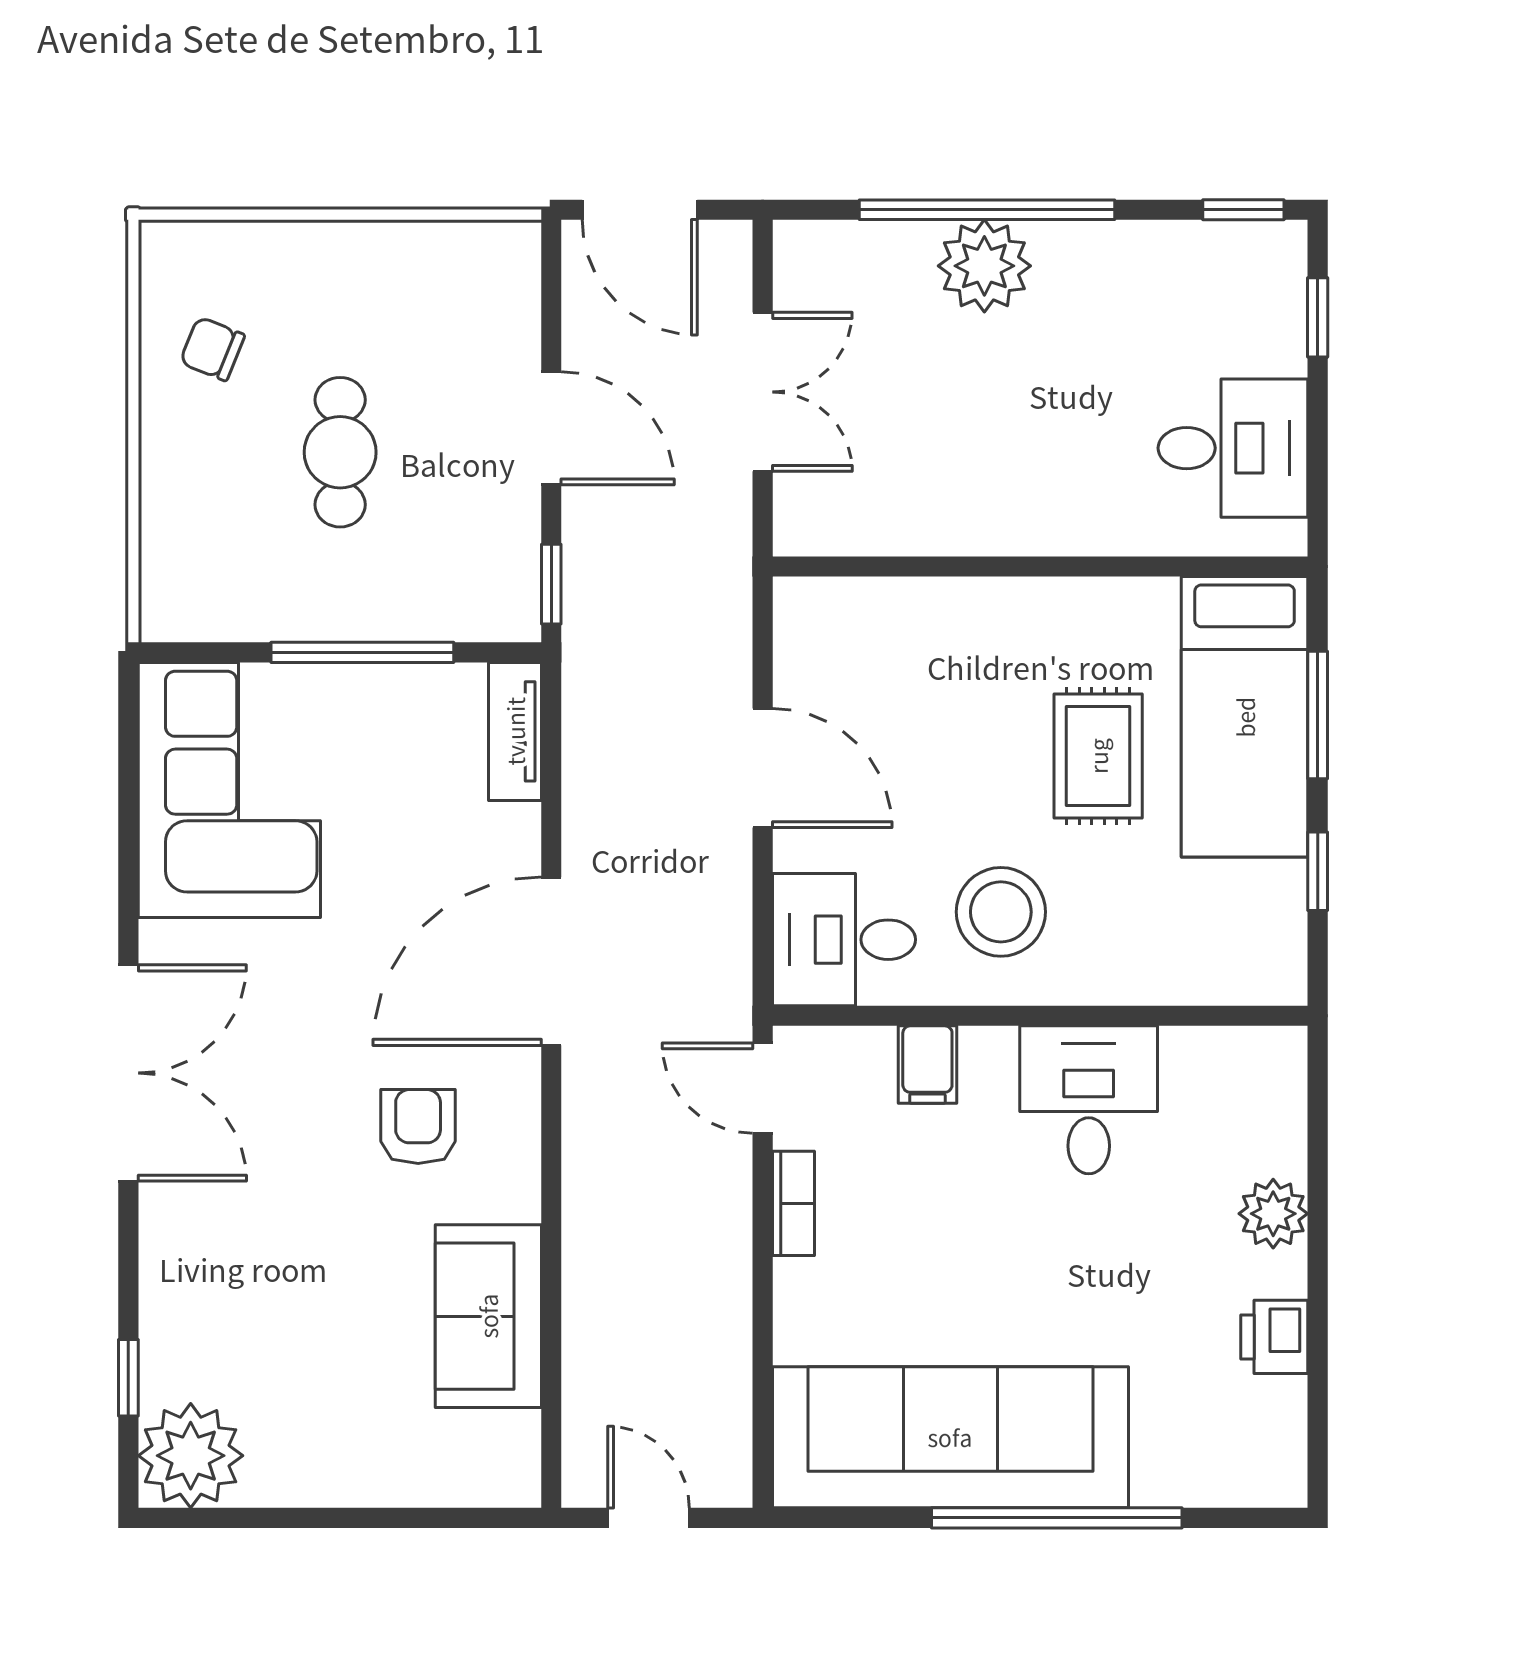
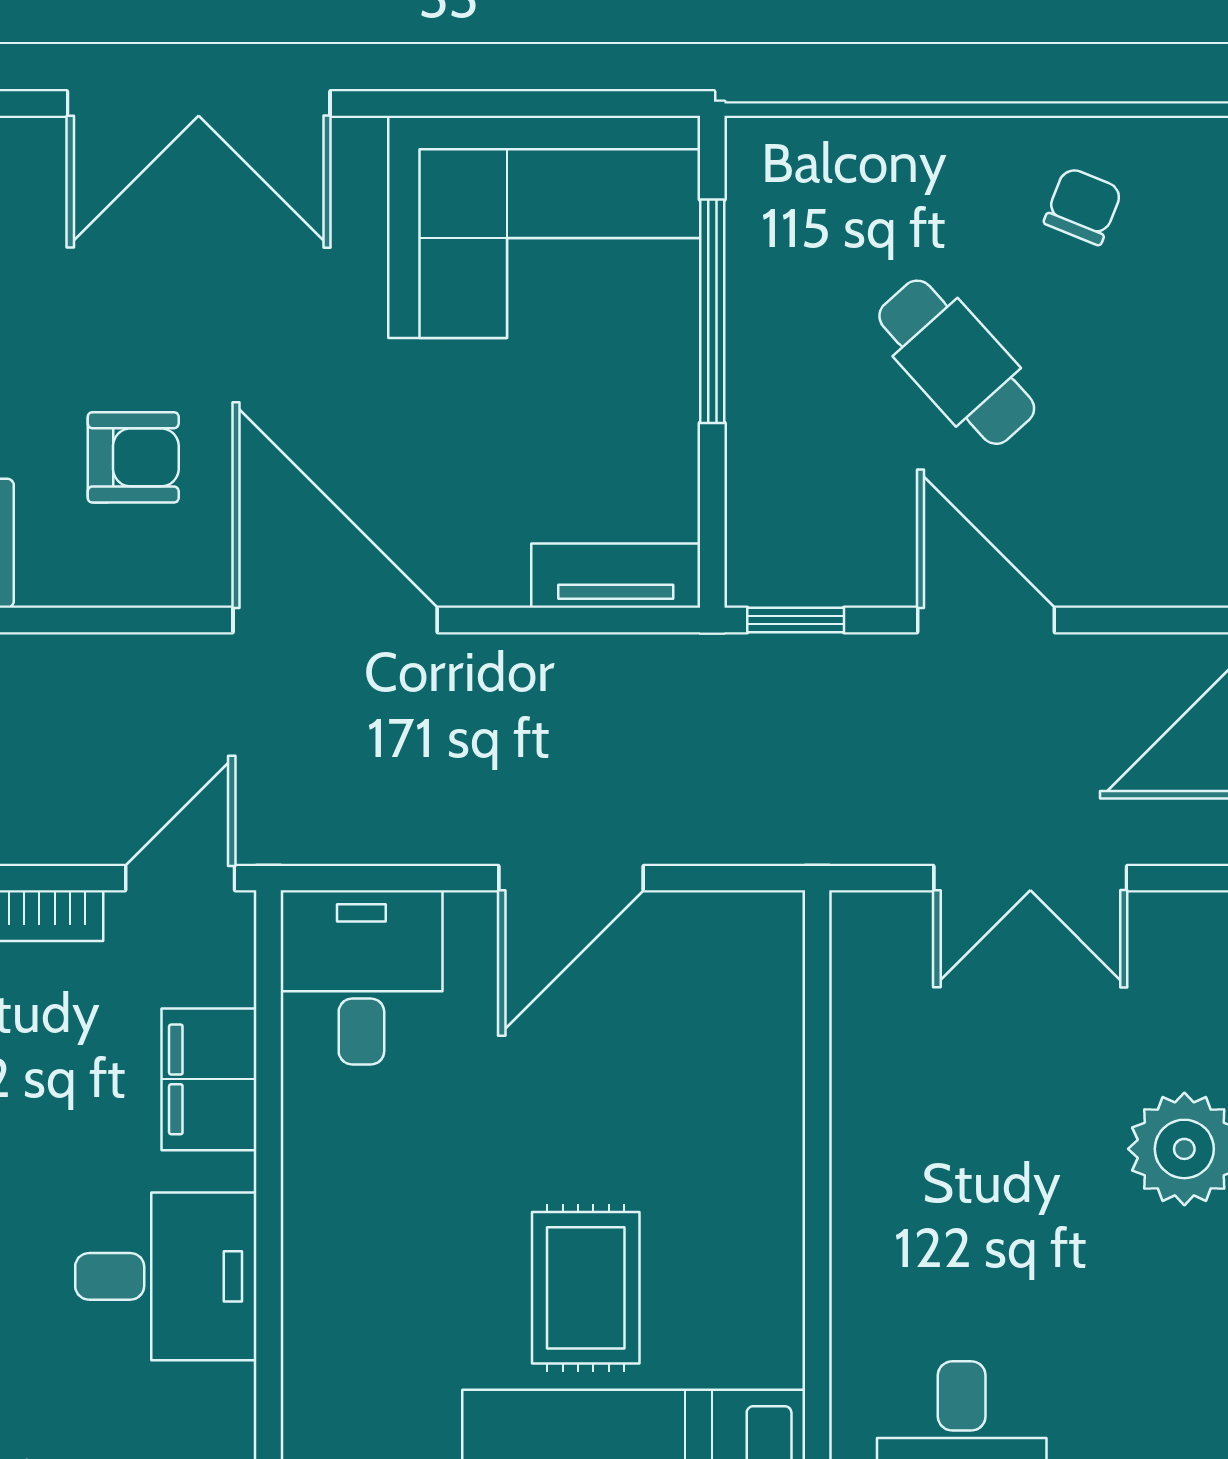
door: (551, 428) -> (986, 620), swing flipped
cafe table: (340, 452) -> (957, 362), turned 48
window: (362, 652) -> (712, 311), moved
rug: (1098, 756) -> (586, 1288), turned 90
stool: (1001, 912) -> (395, 1169), removed
filing cabinet: (927, 1064) -> (209, 1079), width x2.00

